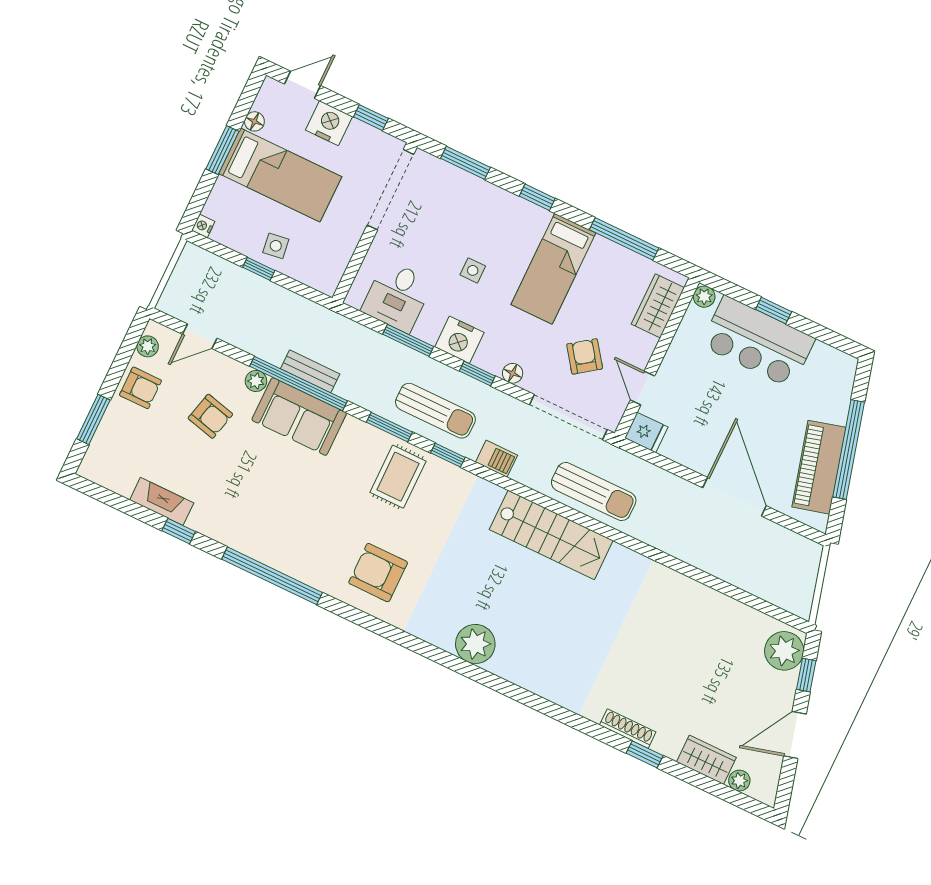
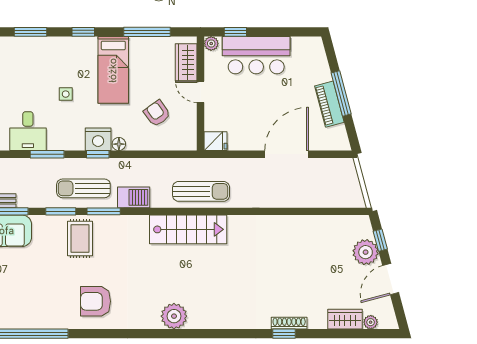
window: (774, 310) -> (235, 32), moved
nightstand: (459, 340) -> (98, 139), moved
door: (642, 388) -> (201, 92), moved
sun lounger: (435, 411) -> (83, 188), turned 180
doorway: (568, 417) -> (165, 154), removed
window: (849, 450) -> (341, 93), width x0.68
window: (448, 455) -> (104, 211), width x1.50
barbecue: (497, 459) -> (134, 197), width x1.38, depth x1.27
piano: (819, 467) -> (329, 104), width x0.73, depth x0.75
door: (735, 497) -> (287, 154), hinge flipped
plant: (784, 651) -> (366, 252), moved
window: (645, 754) -> (284, 334), moved

